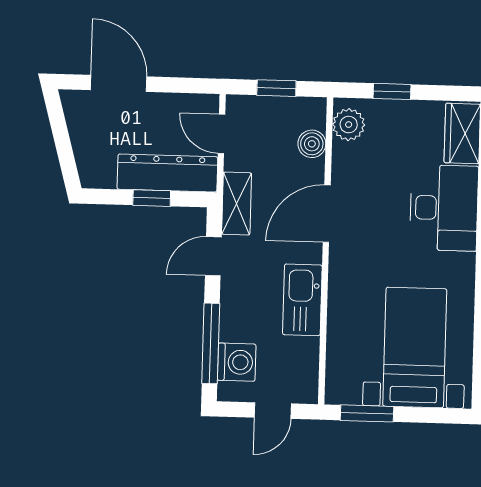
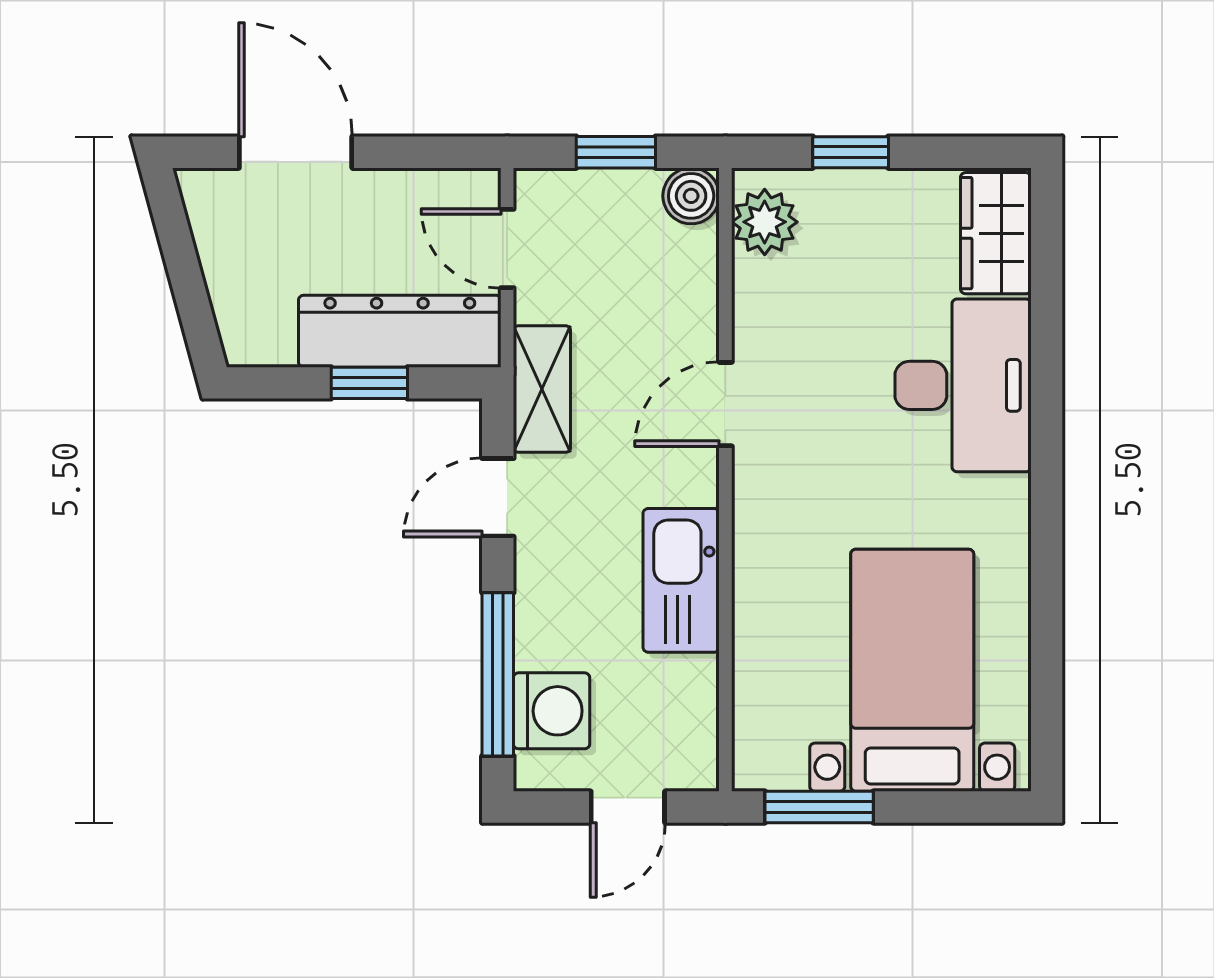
boiler: (312, 144) -> (691, 196), moved
door: (327, 214) -> (725, 404), width x0.73

